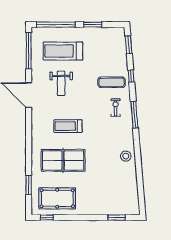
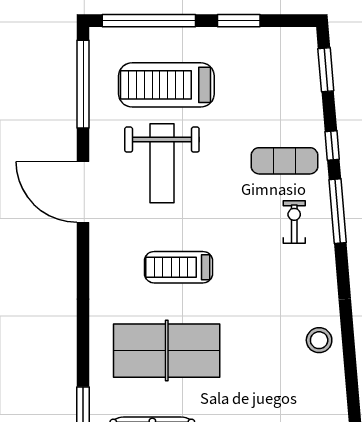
weight bench: (61, 83) -> (162, 163), width x1.36, depth x1.33
window: (134, 115) -> (338, 211), moved

